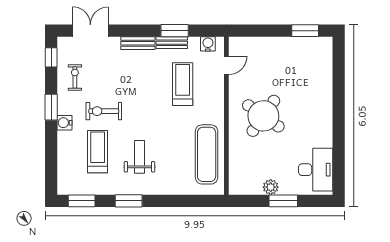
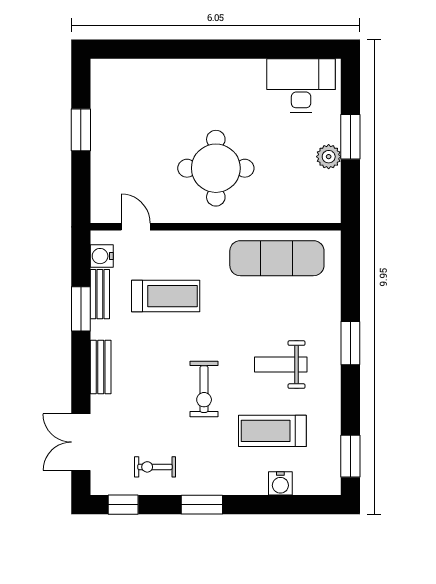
window: (305, 31) -> (81, 130), moved
bench: (172, 43) -> (100, 294), moved
treadmill: (183, 84) -> (166, 296), turned 180
exercise bike: (104, 111) -> (204, 389), moved
round table: (263, 116) -> (216, 168), turned -35
water cooler: (64, 123) -> (280, 483), moved
window: (129, 201) -> (350, 343), moved

